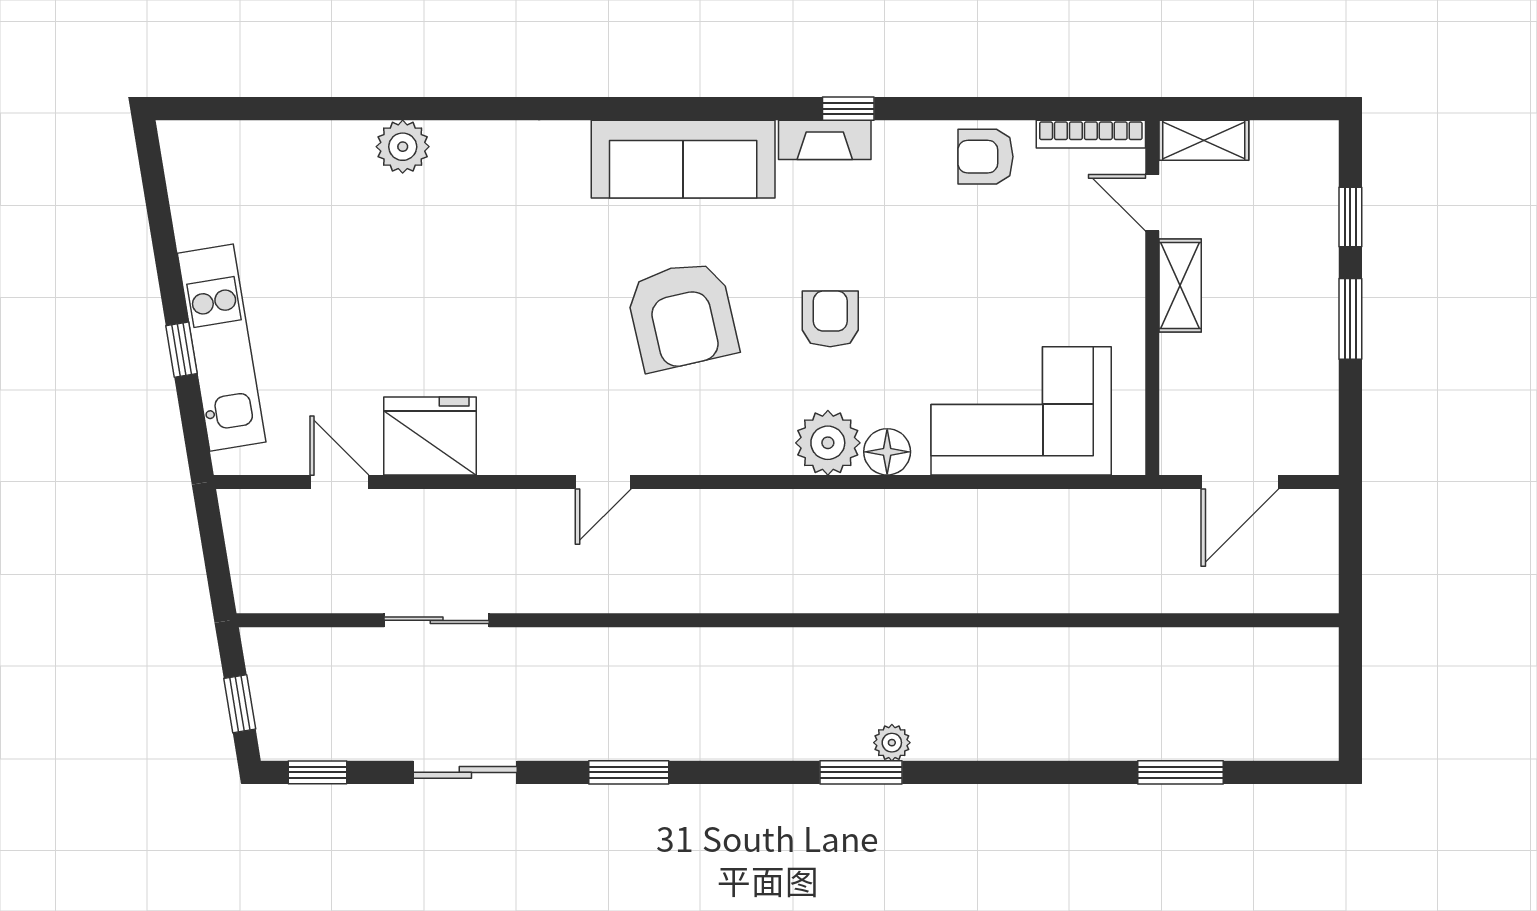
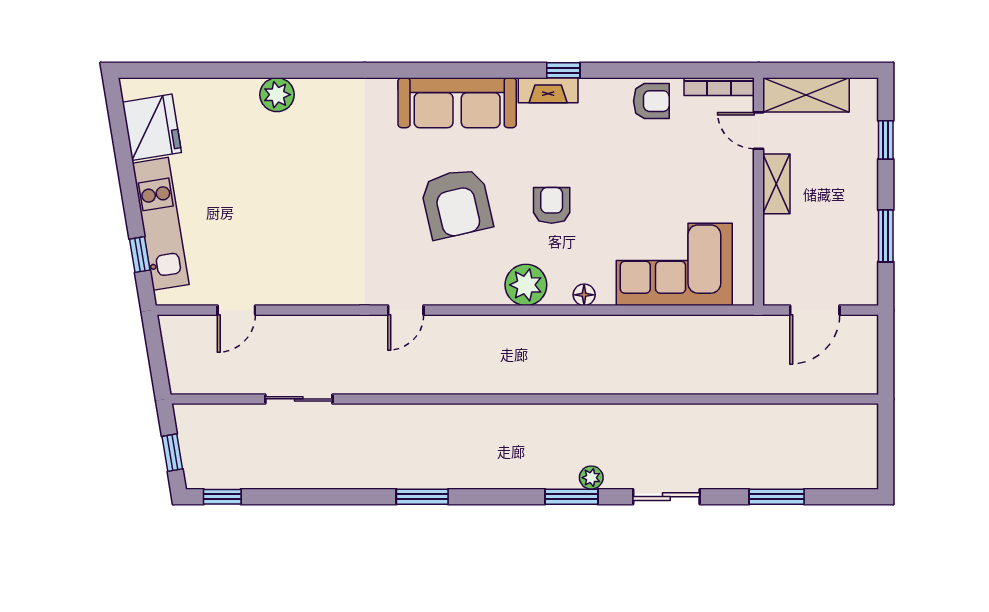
shelving: (1204, 140) -> (806, 95), width x1.50, depth x1.33
armchair: (985, 157) -> (651, 101), turned 180
window: (1350, 319) -> (886, 236), moved
window: (181, 350) -> (140, 255), moved
fridge: (430, 436) -> (152, 127), moved, turned 81
plant: (828, 443) -> (526, 285), moved
floor lamp: (887, 452) -> (584, 295), width x0.73, depth x0.73
door: (339, 482) -> (236, 310), swing flipped
sliding door: (465, 772) -> (666, 497), moved

